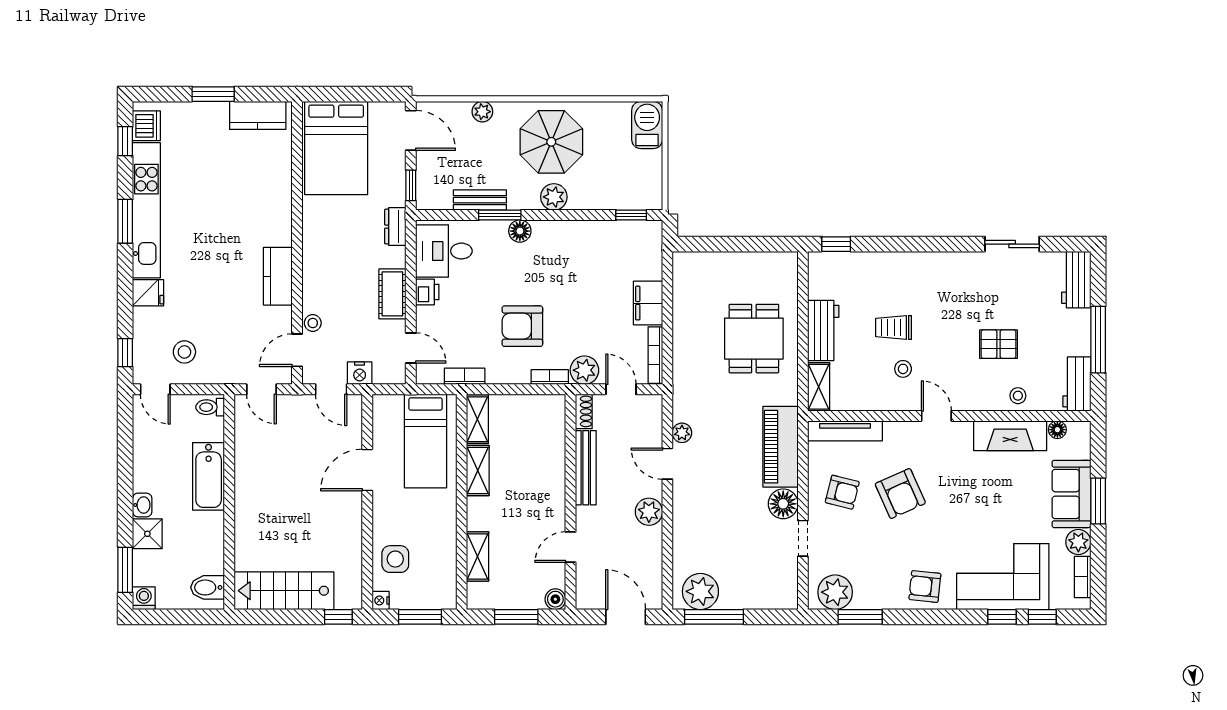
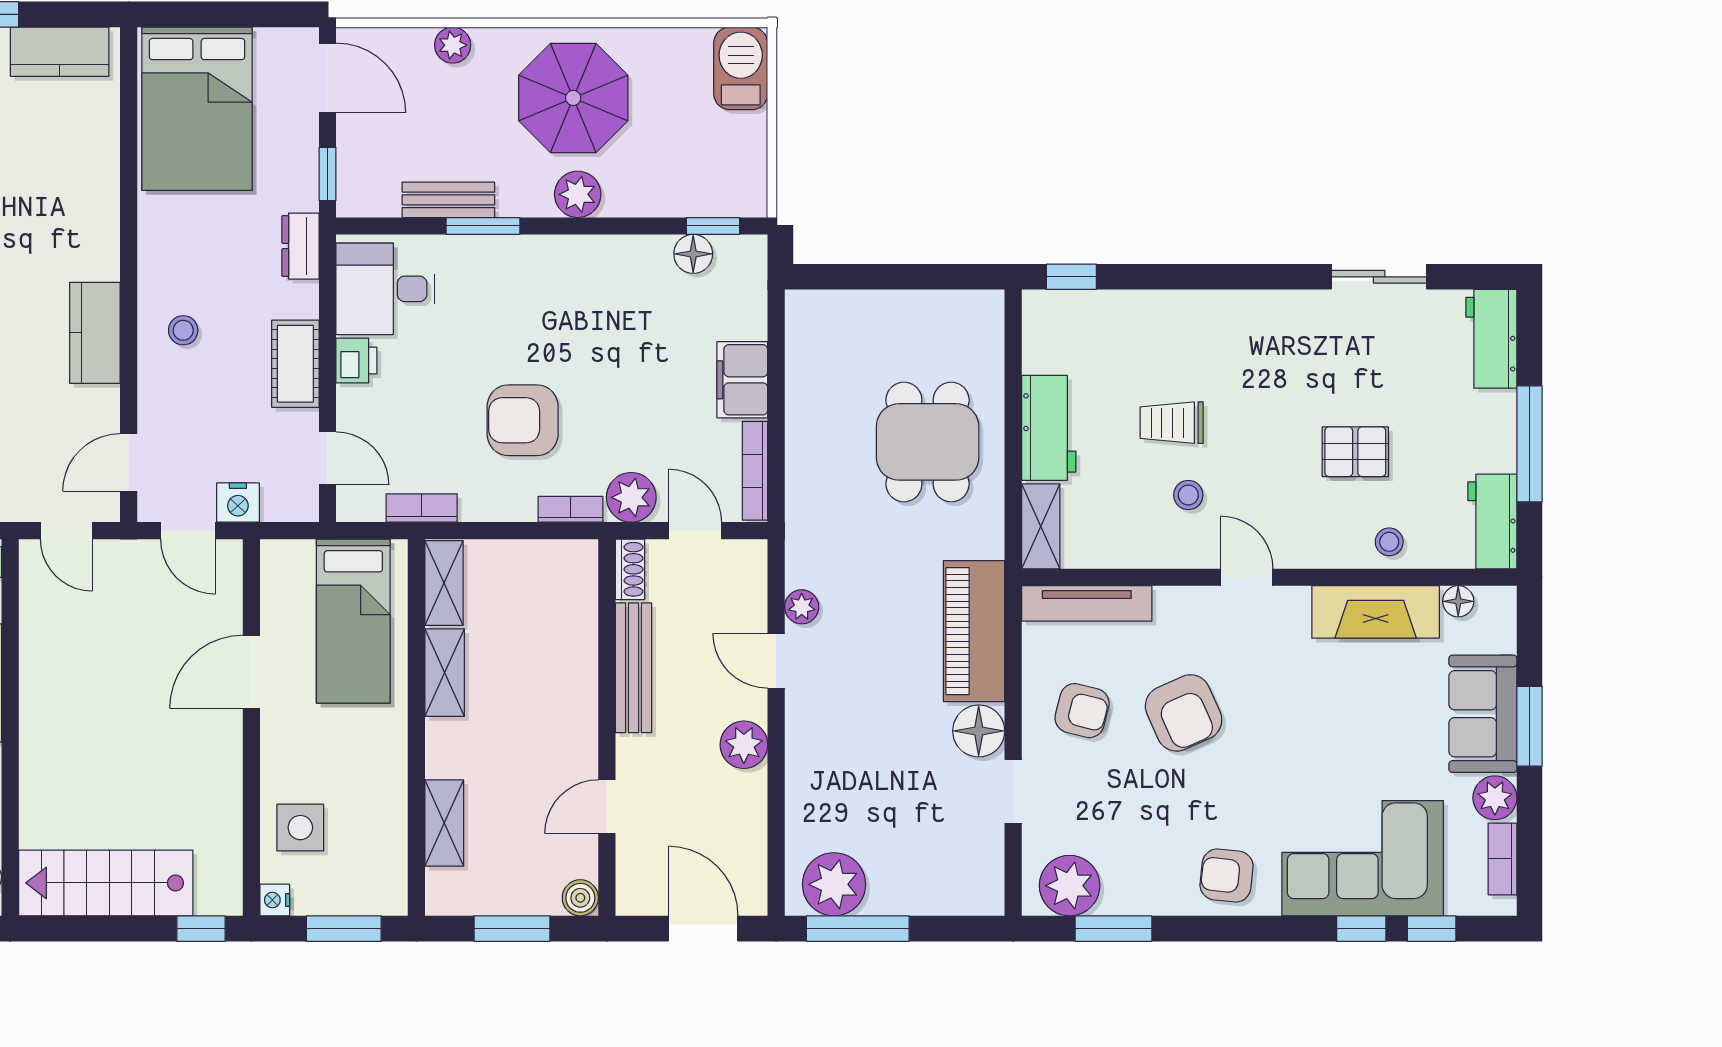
floor lamp: (520, 231) -> (693, 254), moved
stool: (313, 323) -> (183, 330), moved

